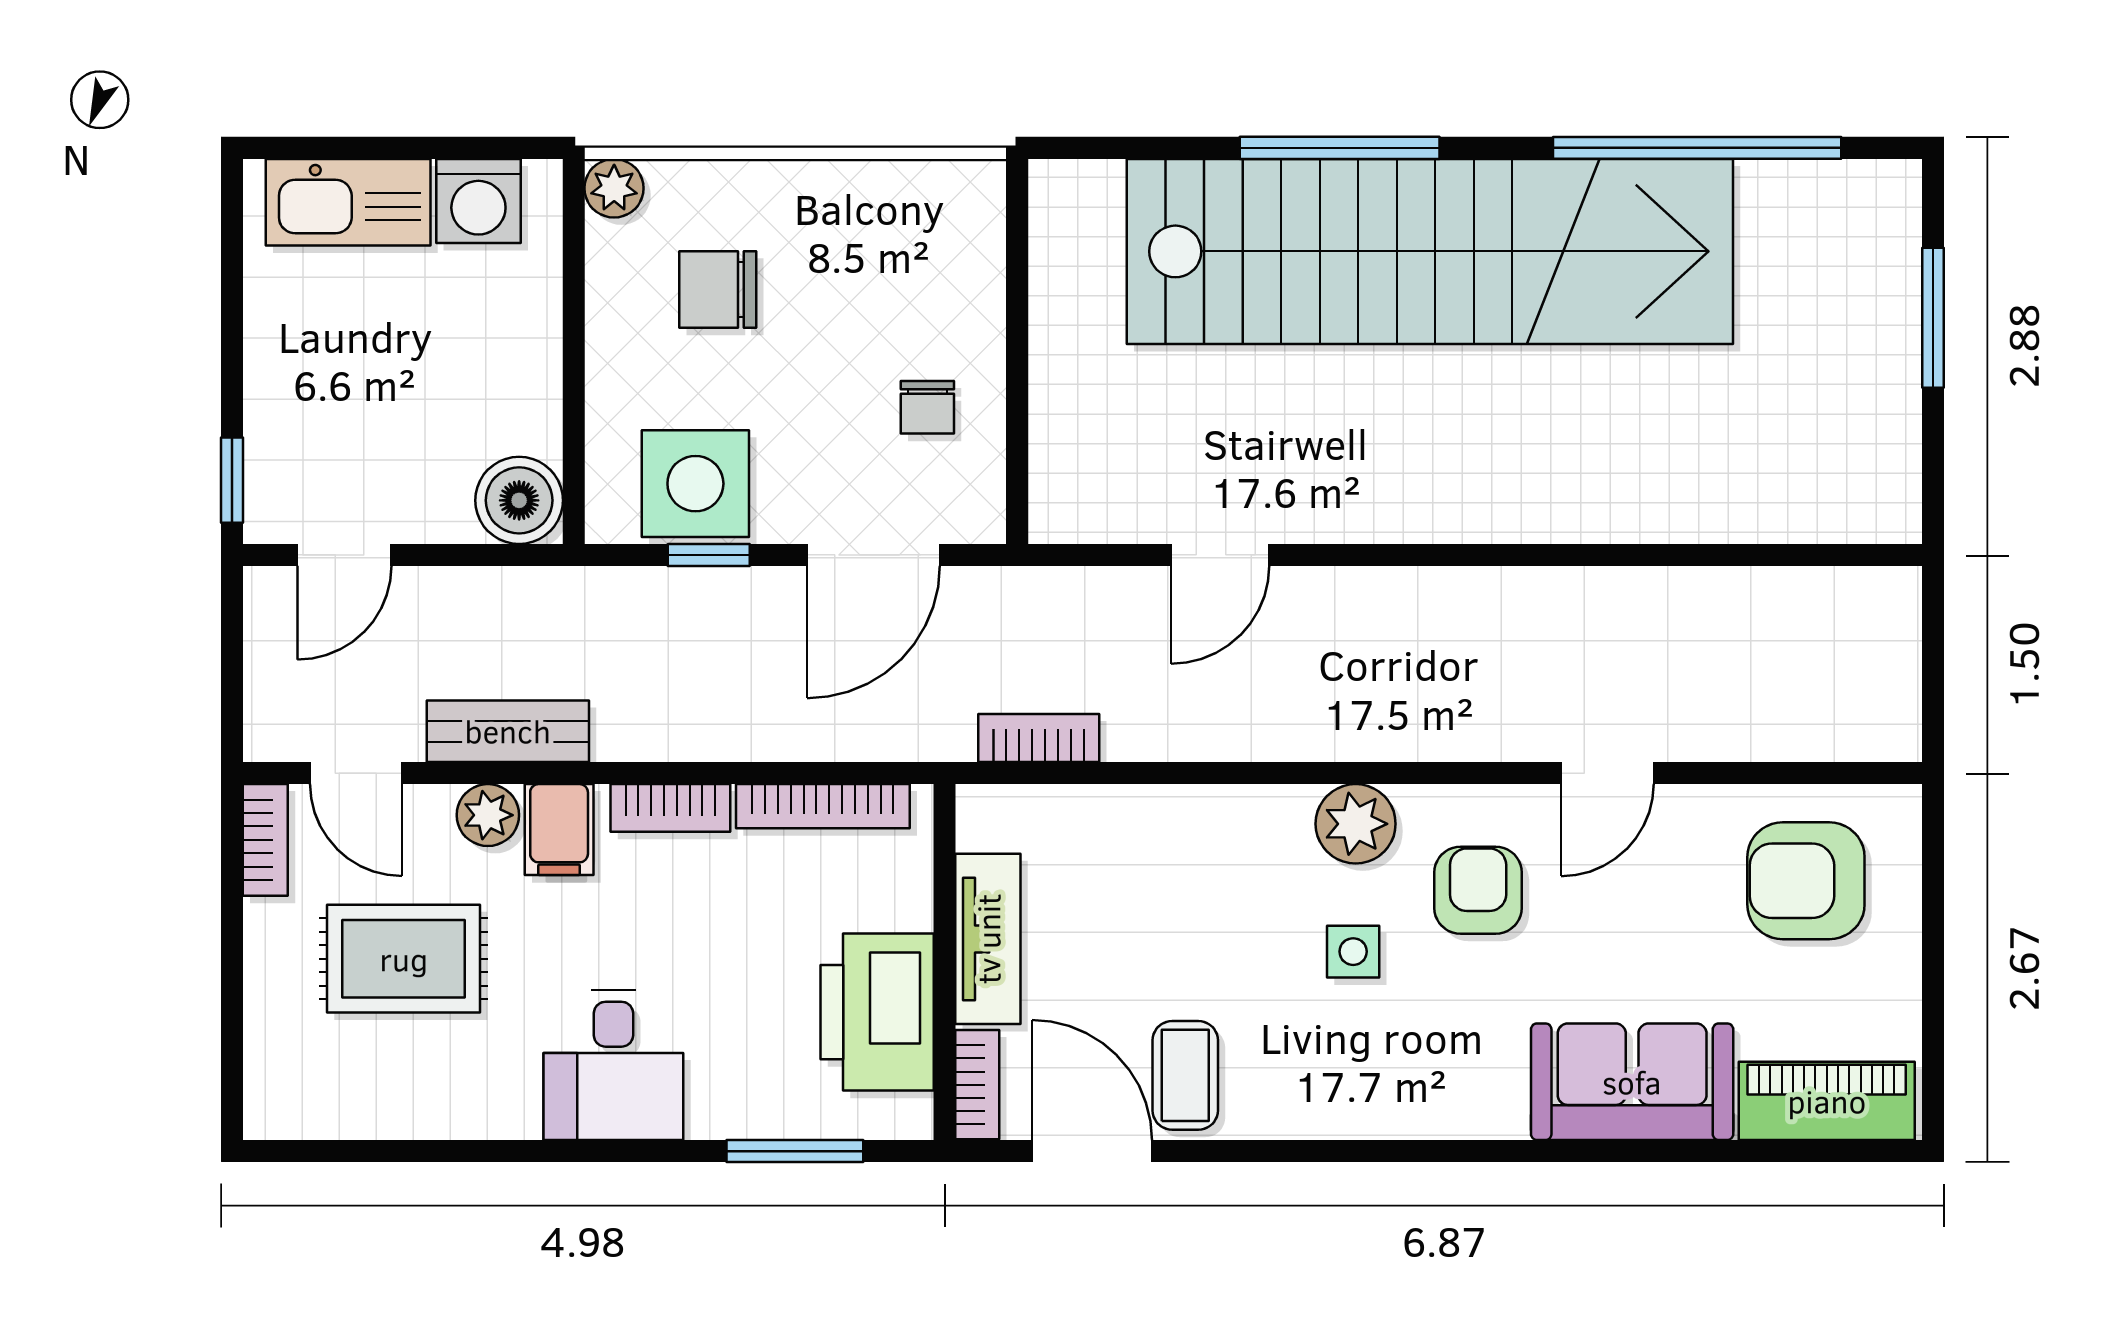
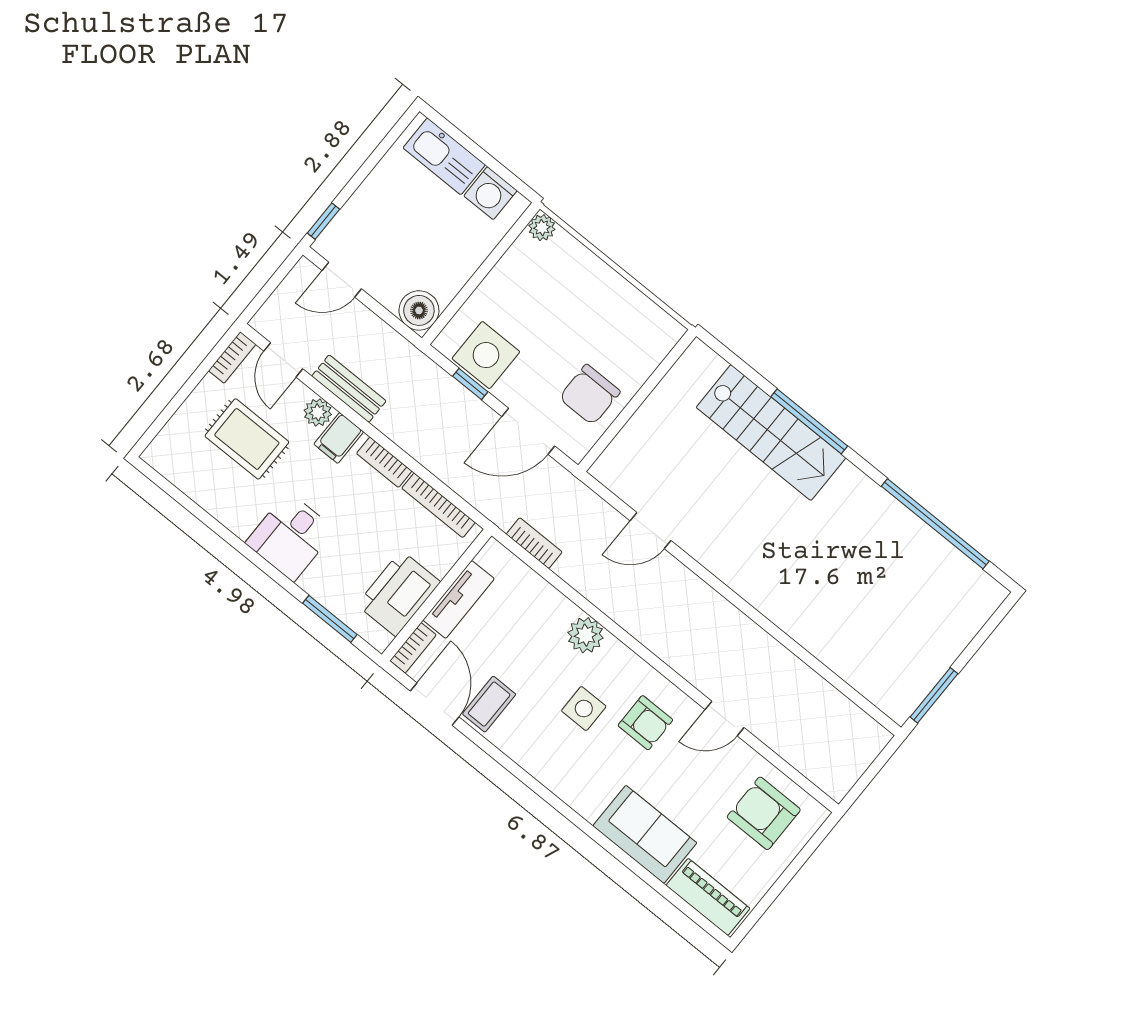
stairs: (1430, 251) -> (771, 433), width x0.54, depth x0.66
chair: (718, 289) -> (549, 293), removed
window: (1933, 318) -> (934, 695), moved
chair: (927, 407) -> (590, 395), width x1.87, depth x1.87
plant: (1356, 824) -> (586, 635), moved
armchair: (1478, 890) -> (645, 723), turned 90
side table: (1353, 952) -> (584, 709), width x1.37, depth x1.37

